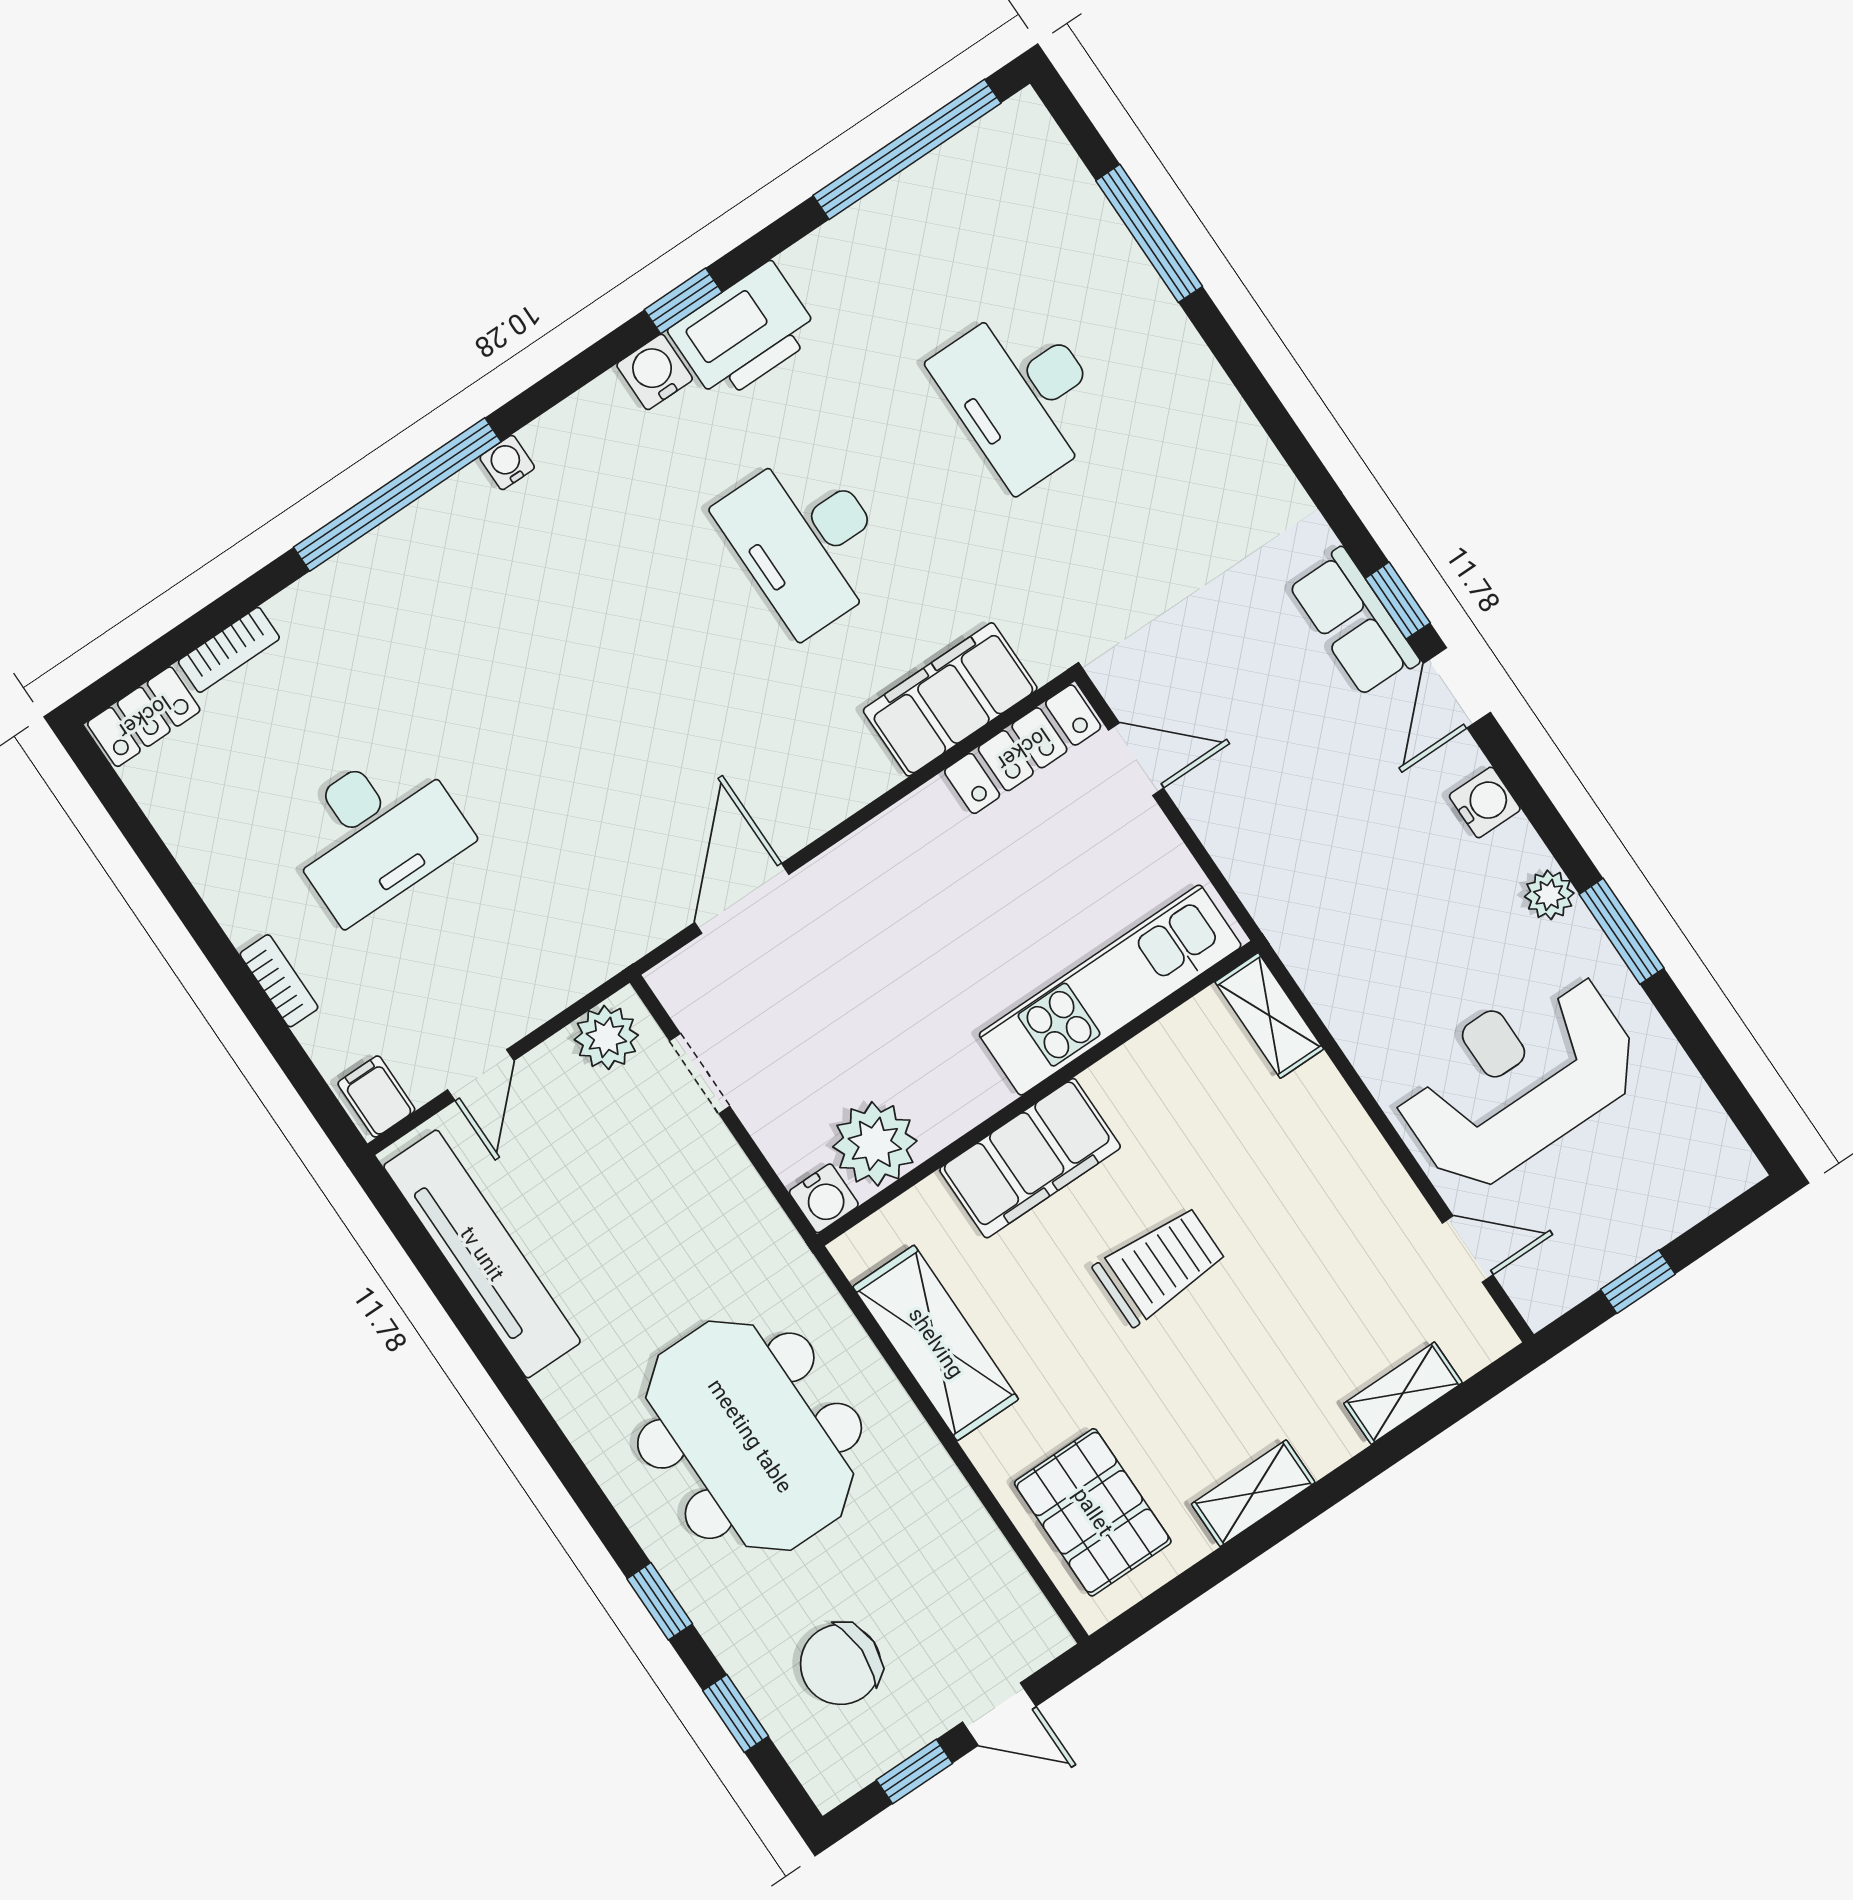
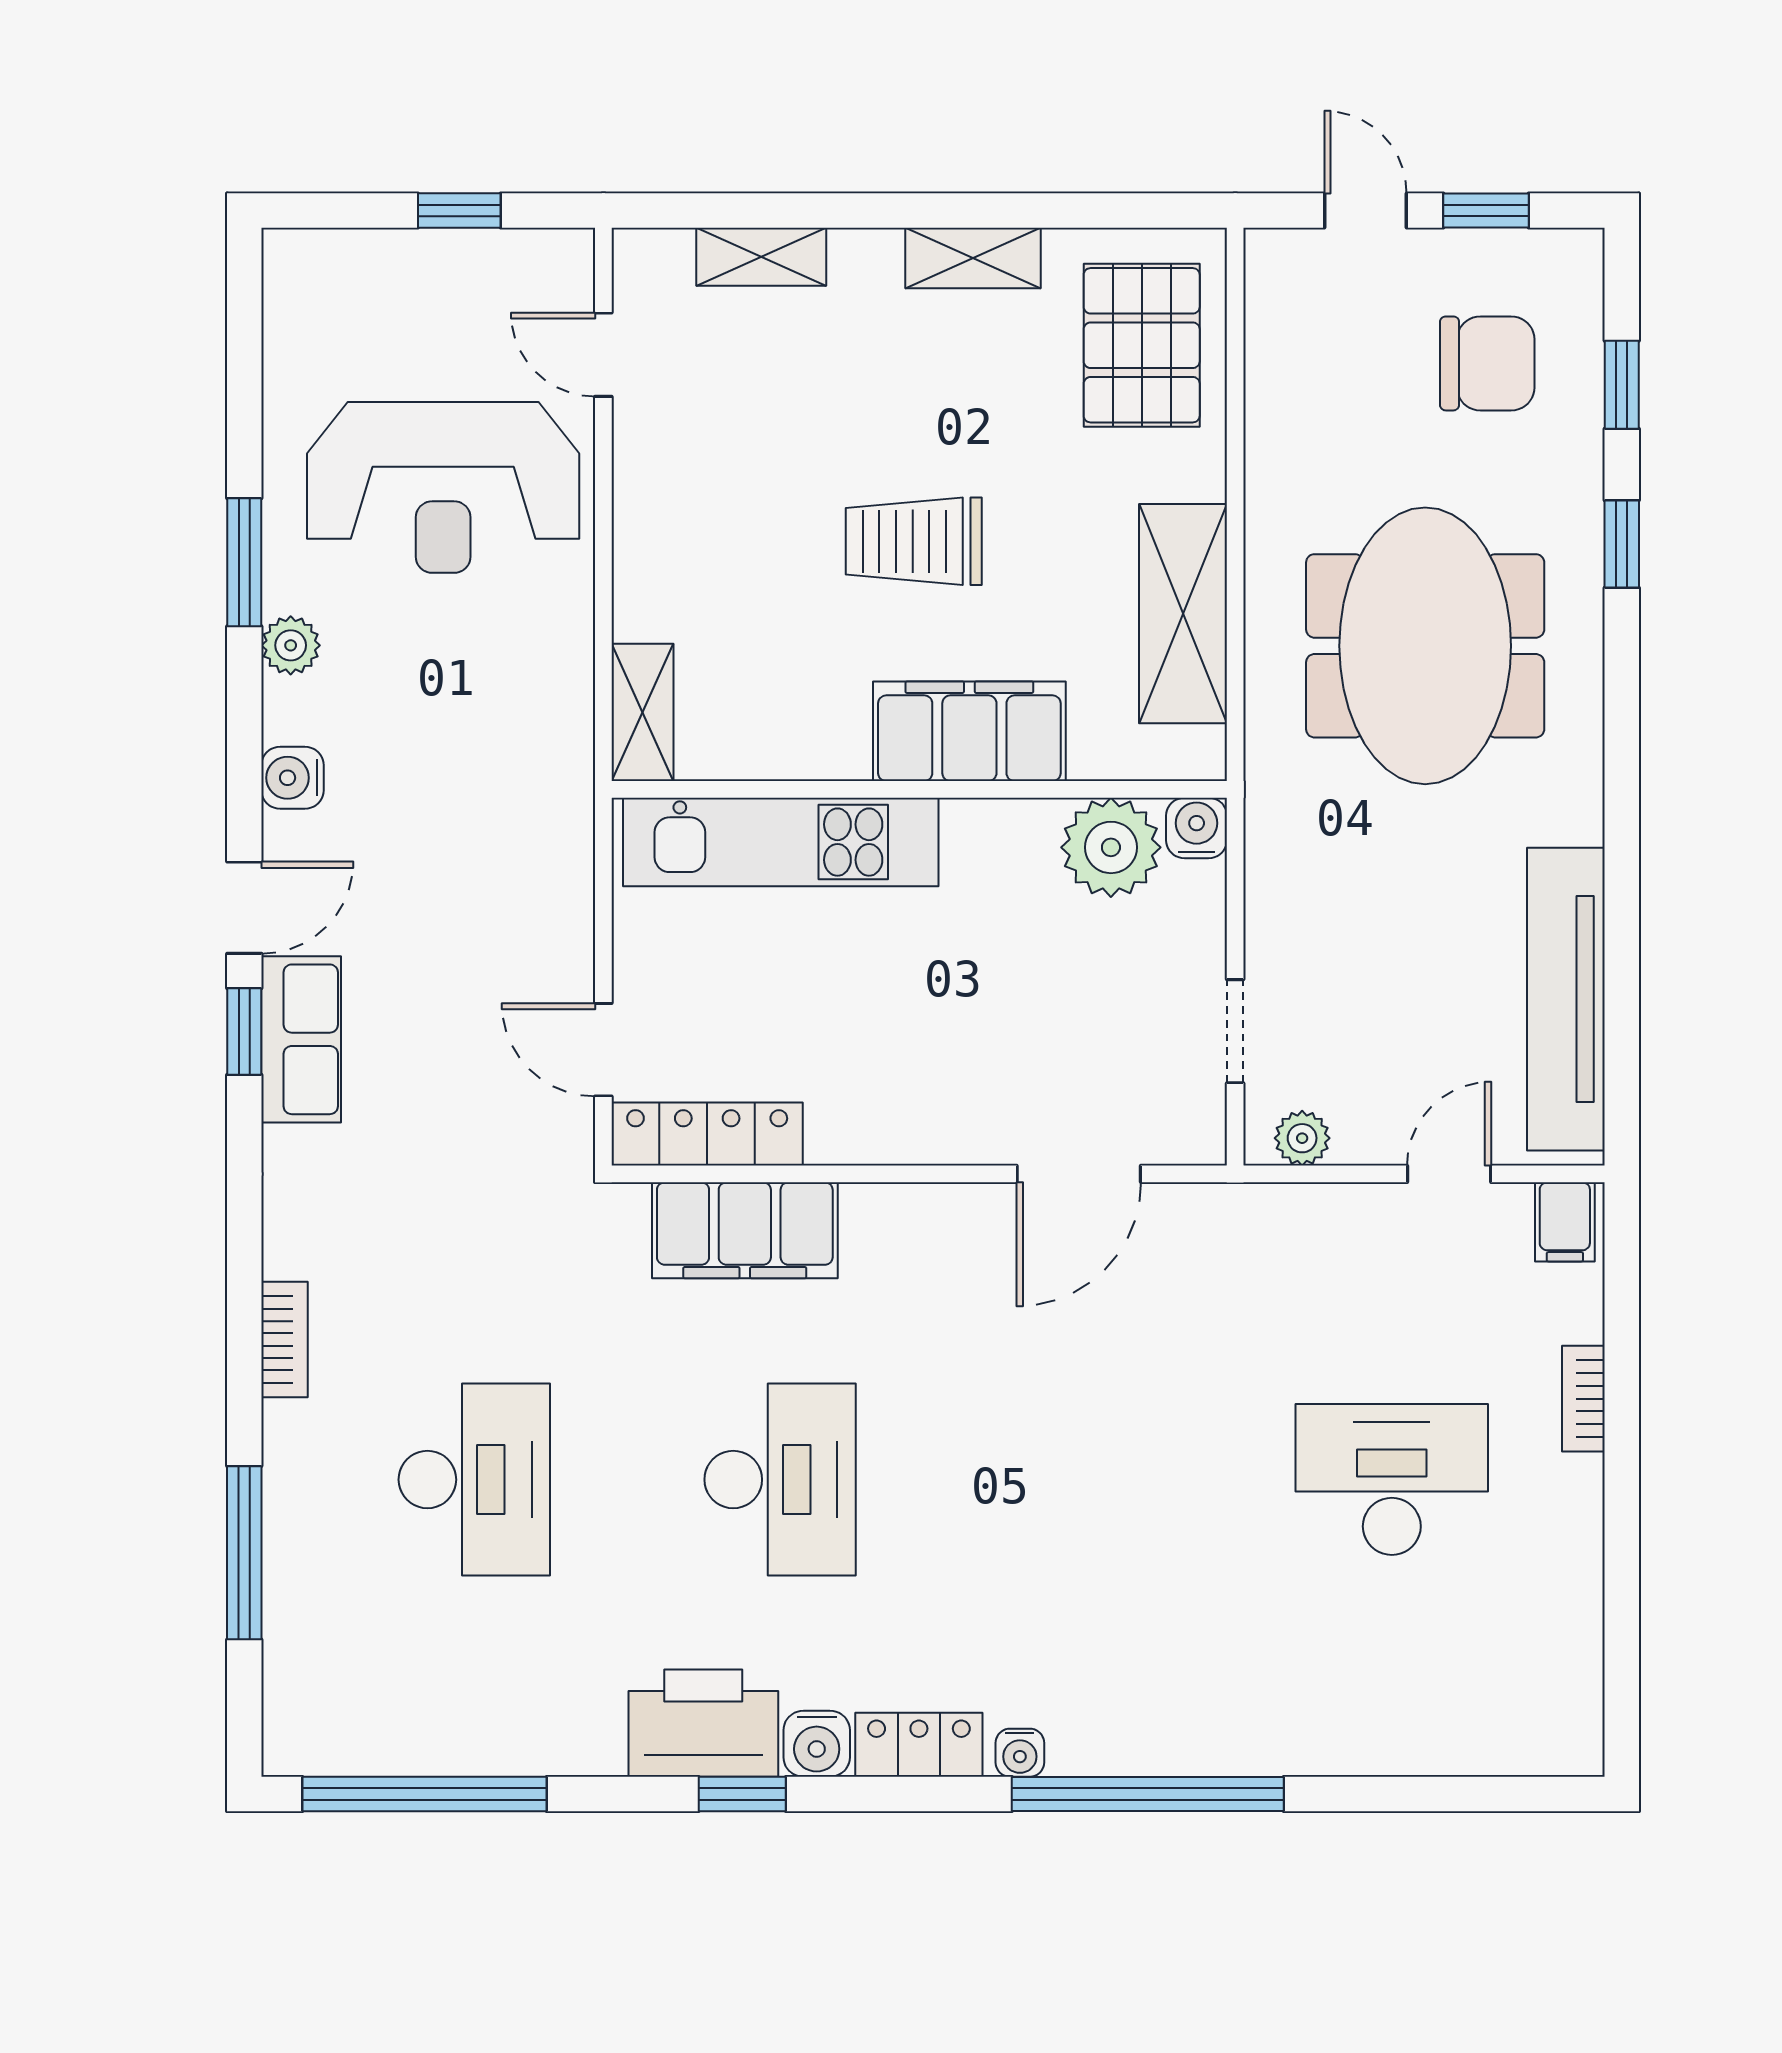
bookcase: (229, 650) -> (285, 1340), moved, turned 90
locker: (144, 717) -> (919, 1745), moved
plant: (606, 1037) -> (1302, 1138), width x0.73, depth x0.73

